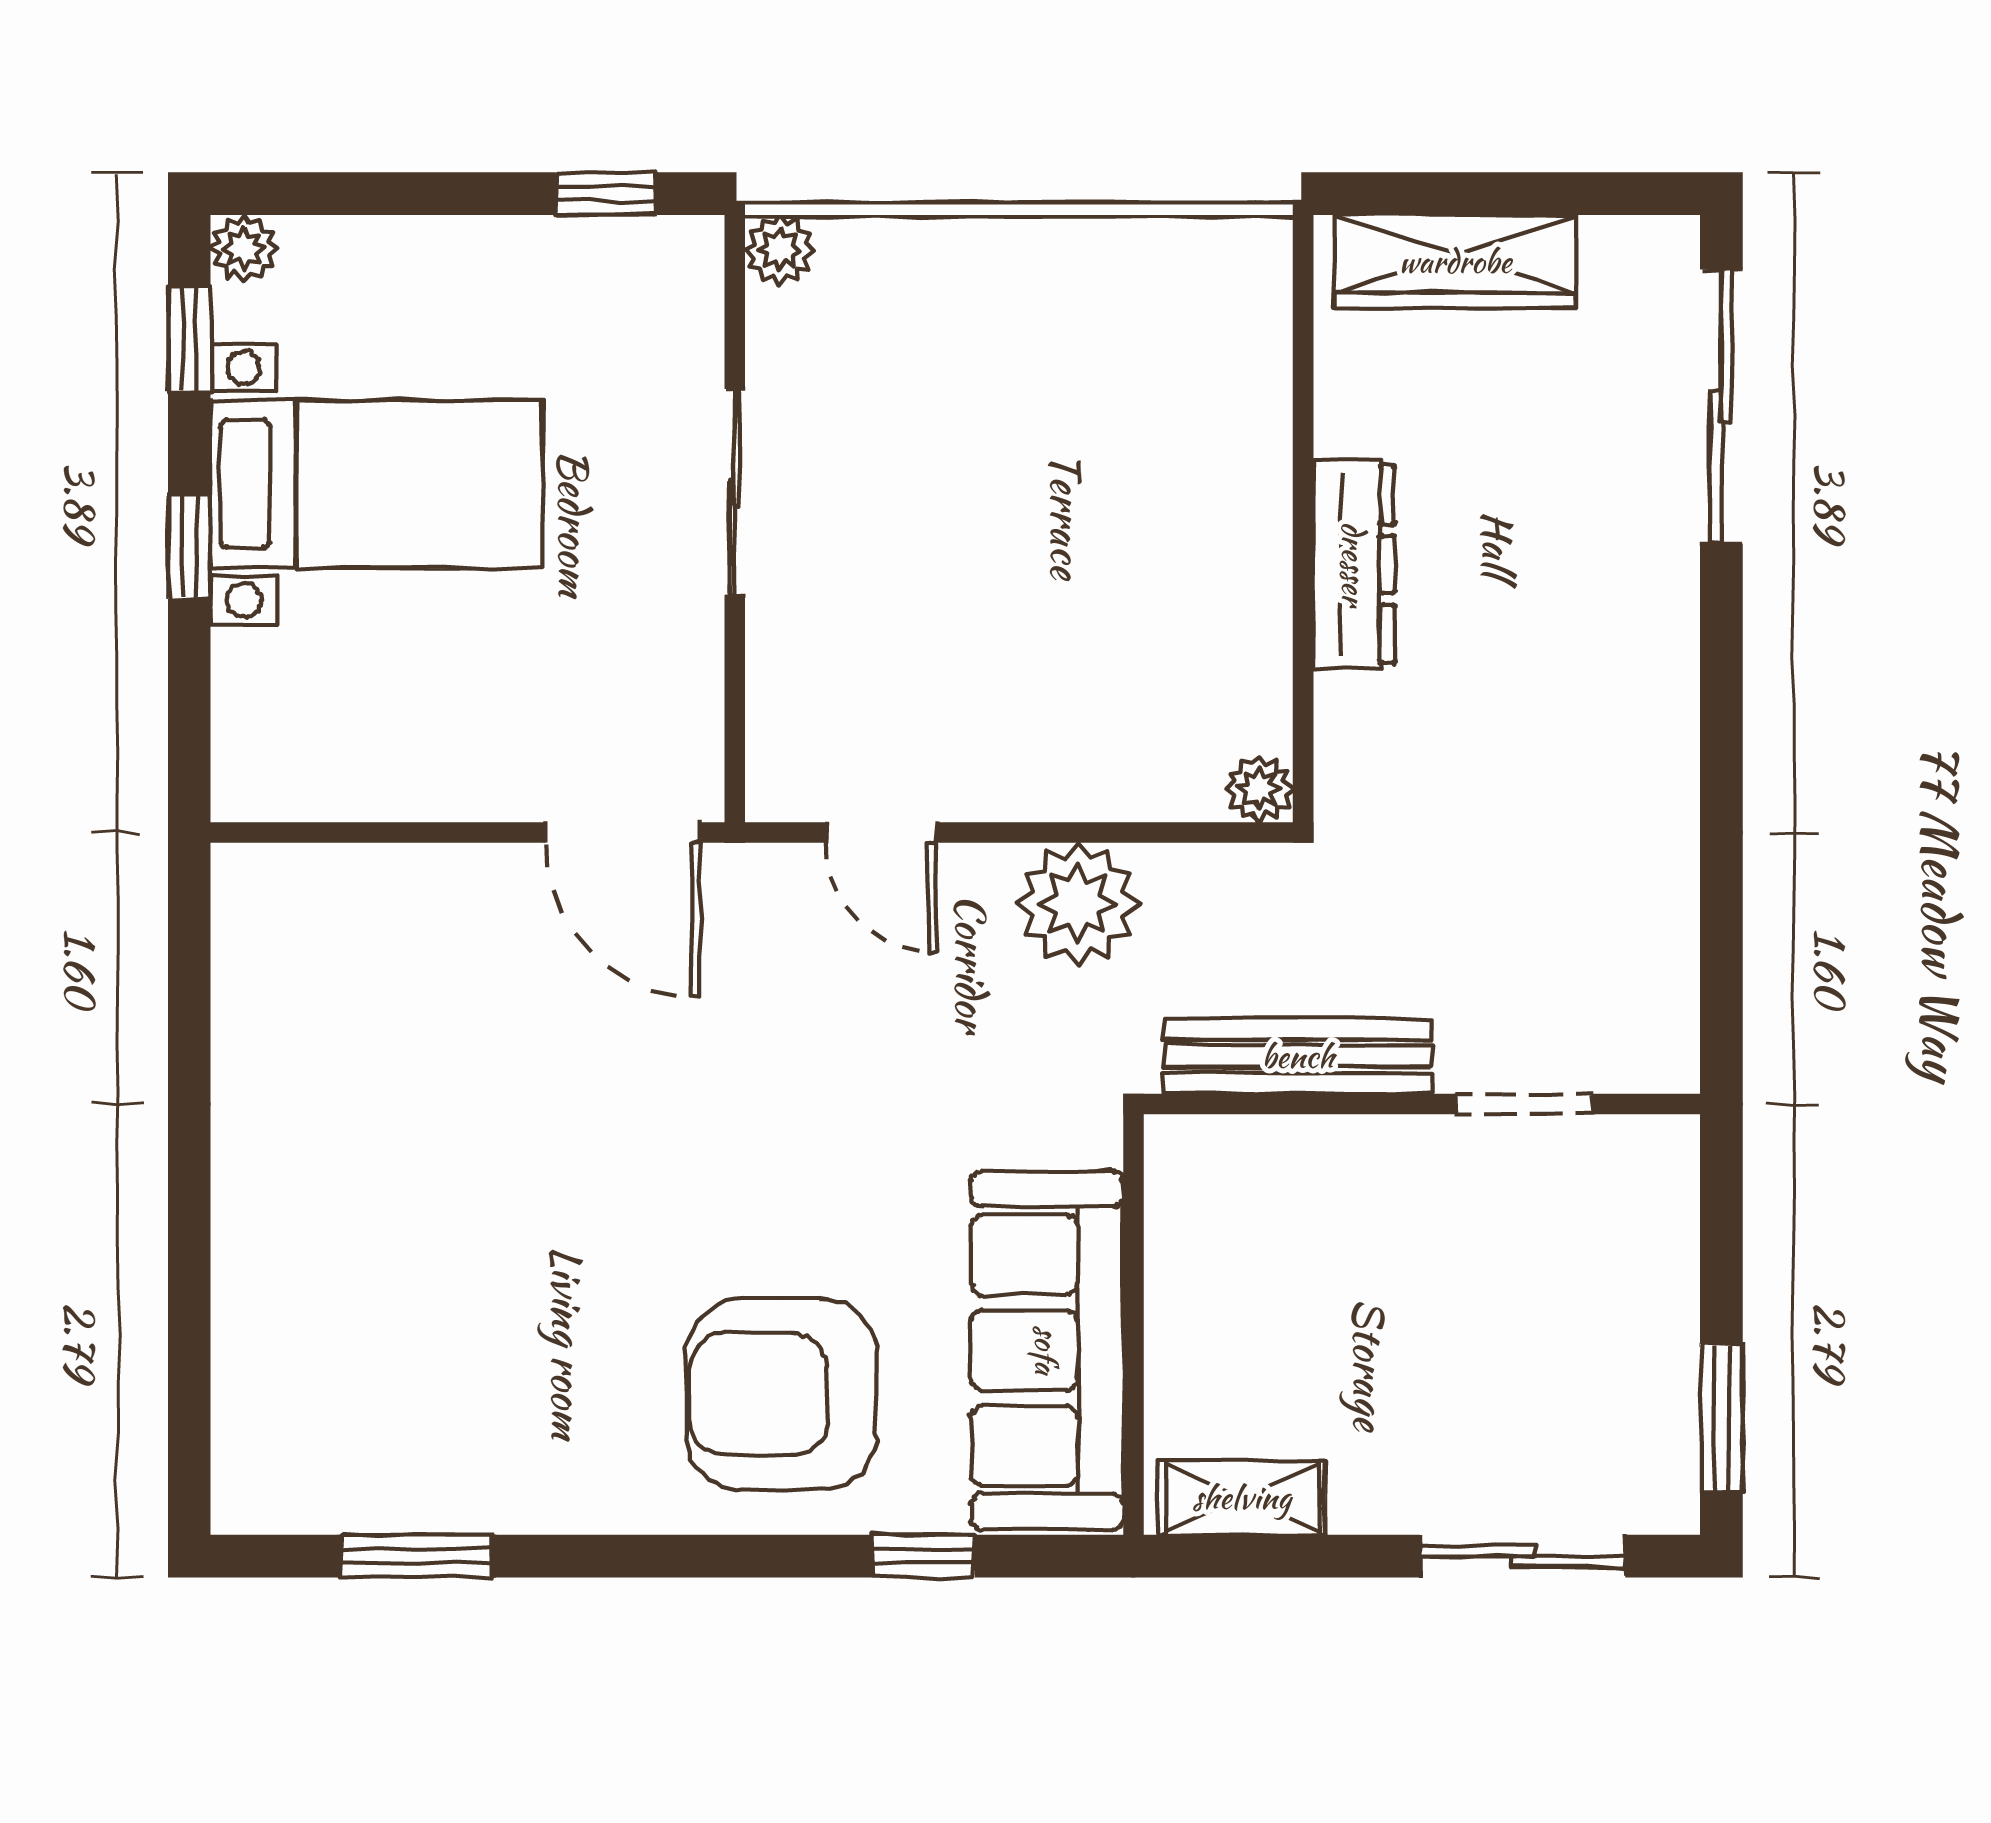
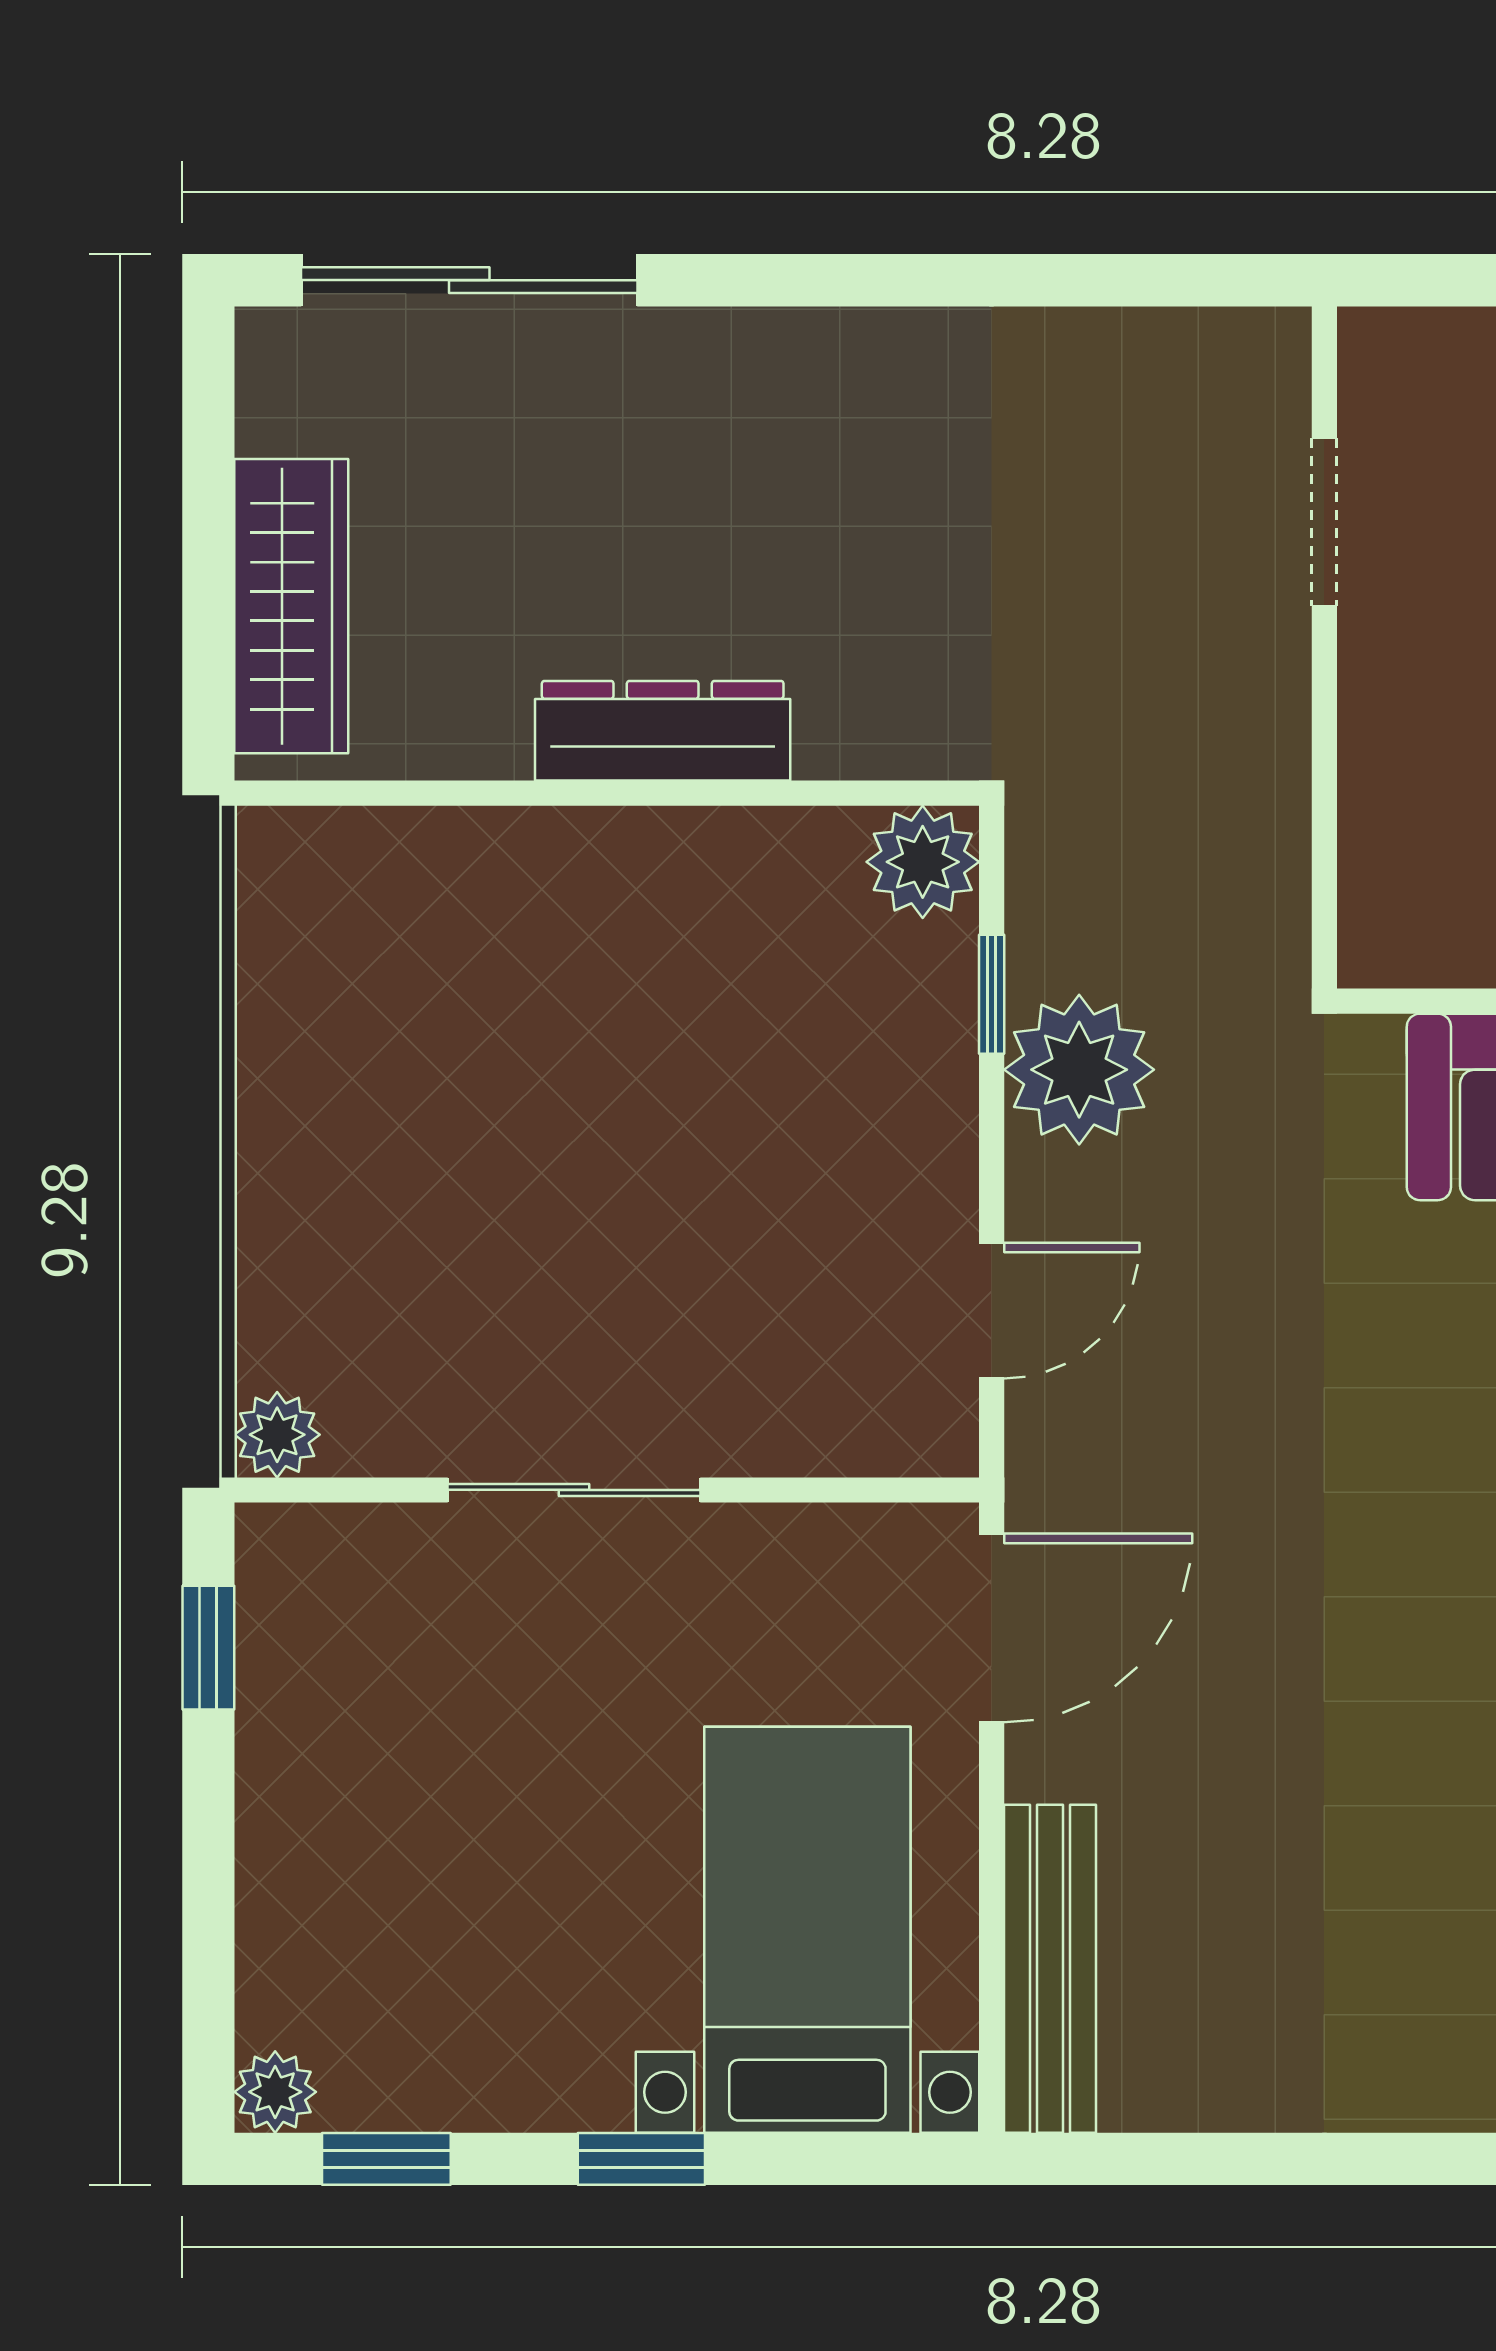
bed with nightstands: (376, 484) -> (807, 1930), moved
plant: (1260, 789) -> (923, 862), width x1.38, depth x1.38
window: (1139, 832) -> (992, 994), added
bench: (1298, 1056) -> (1050, 1969), moved

